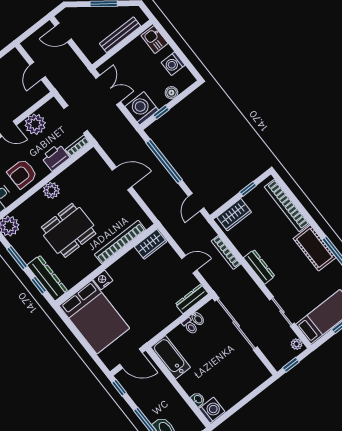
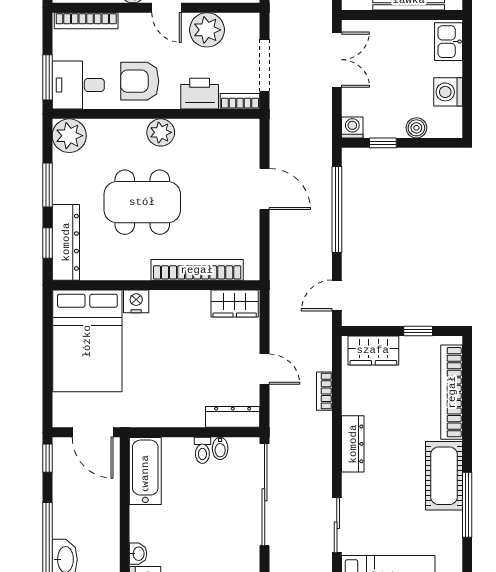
washing machine: (142, 108) -> (352, 127), width x0.53, depth x0.53
bookcase: (226, 252) -> (324, 391), width x0.64

